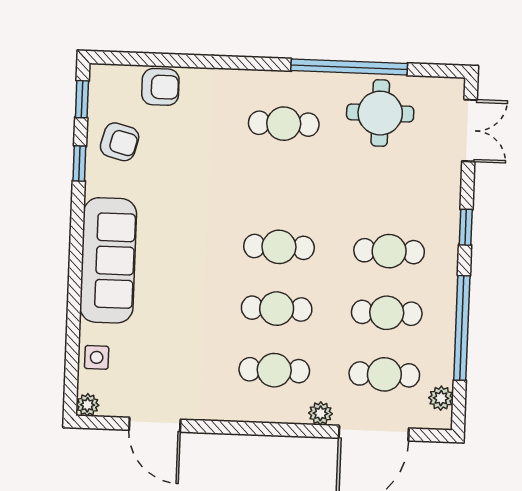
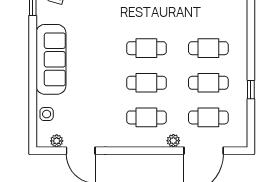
window: (466, 227) -> (251, 33), removed
window: (462, 328) -> (251, 90), width x0.32
plant: (441, 398) -> (241, 129), removed
plant: (87, 405) -> (57, 141), moved

